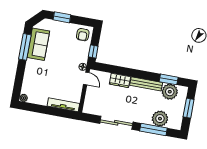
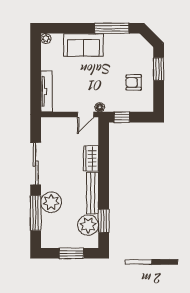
armchair: (83, 35) -> (134, 82), moved
sofa: (38, 44) -> (83, 45), moved
plant: (160, 119) -> (51, 202), moved

